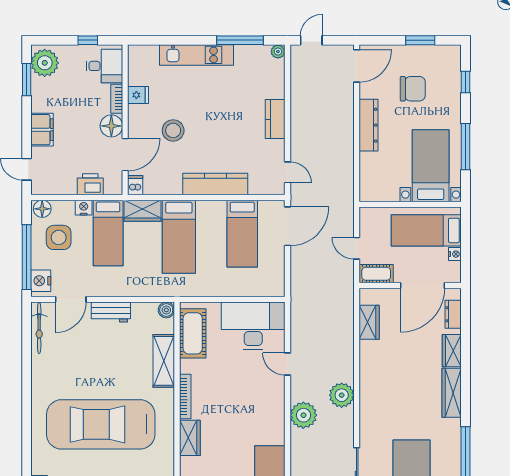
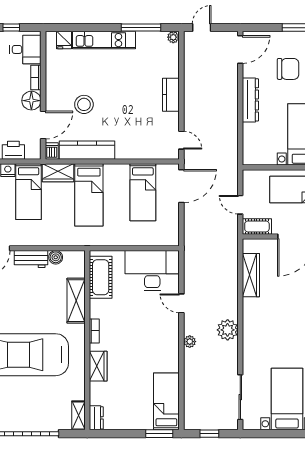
fridge: (138, 95) -> (64, 40), moved, turned 90
kitchen counter: (215, 184) -> (87, 150), moved
boiler: (166, 310) -> (56, 257), moved
wardrobe: (369, 322) -> (251, 275), width x1.50
bookcase: (185, 396) -> (94, 331), width x0.64
plant: (303, 415) -> (190, 342), width x0.53, depth x0.53

